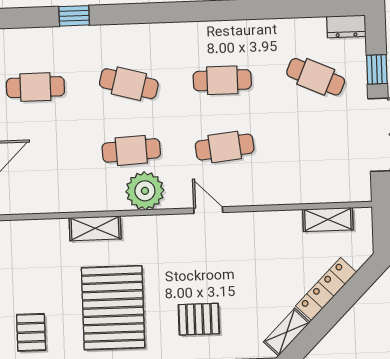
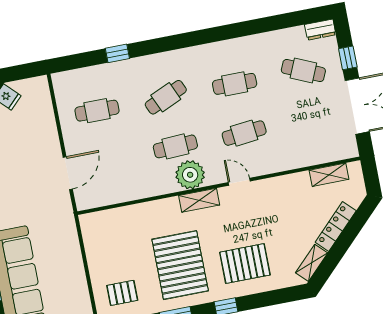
cafe table: (129, 84) -> (166, 97), turned -39
shelving: (95, 228) -> (199, 200), moved
pallet: (199, 319) -> (245, 264), width x1.50, depth x1.42
pallet: (31, 332) -> (122, 293), turned 90

